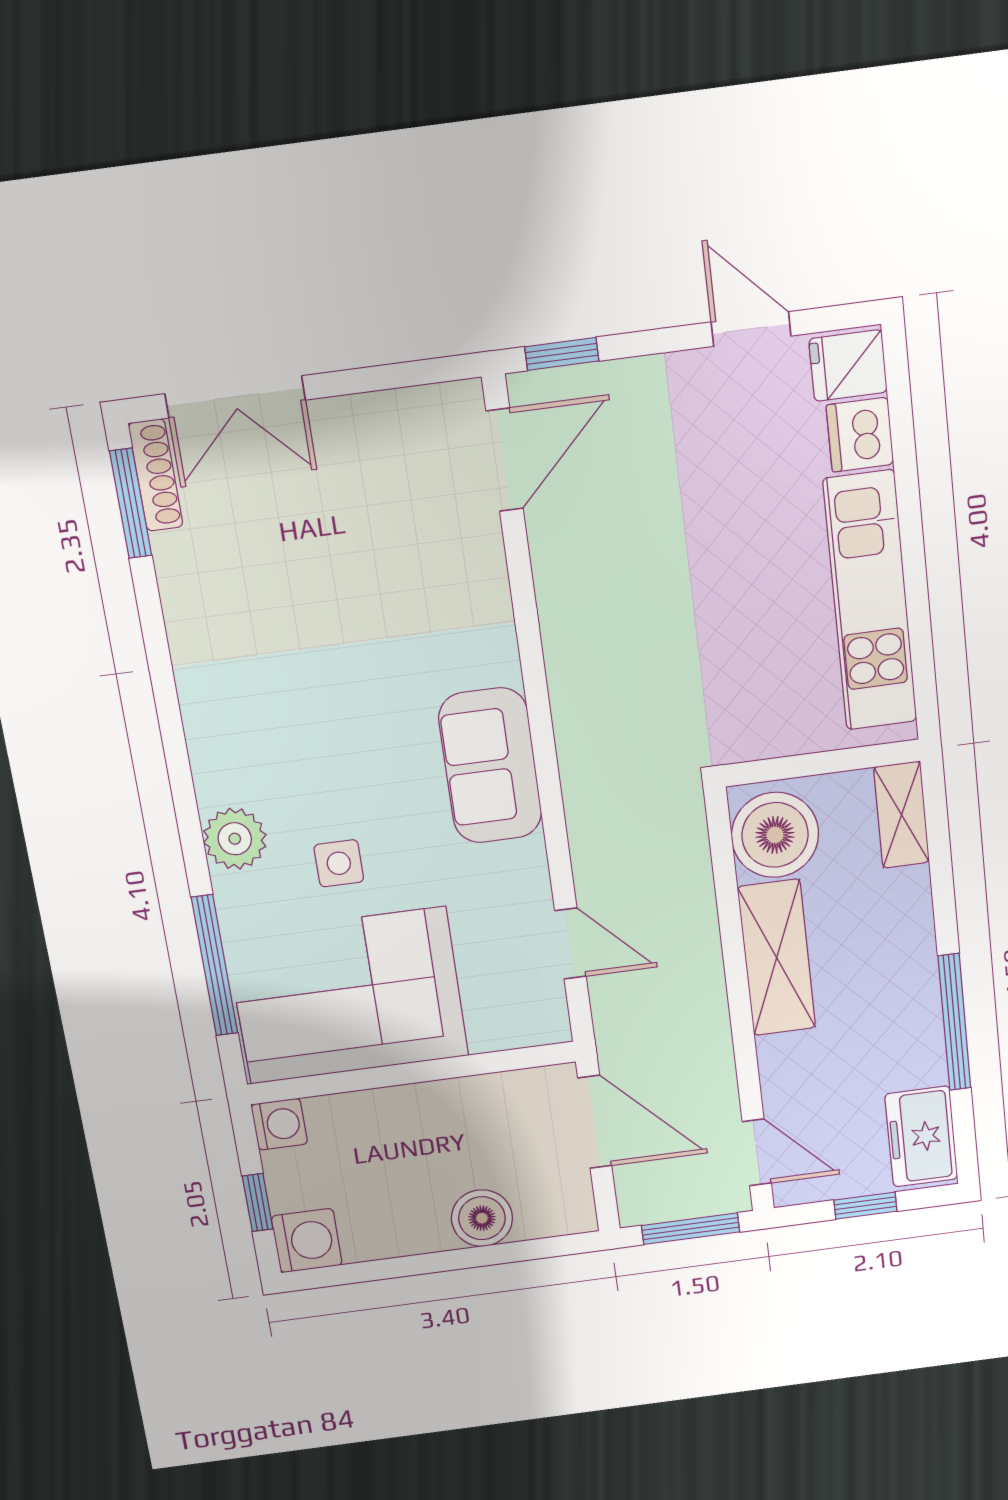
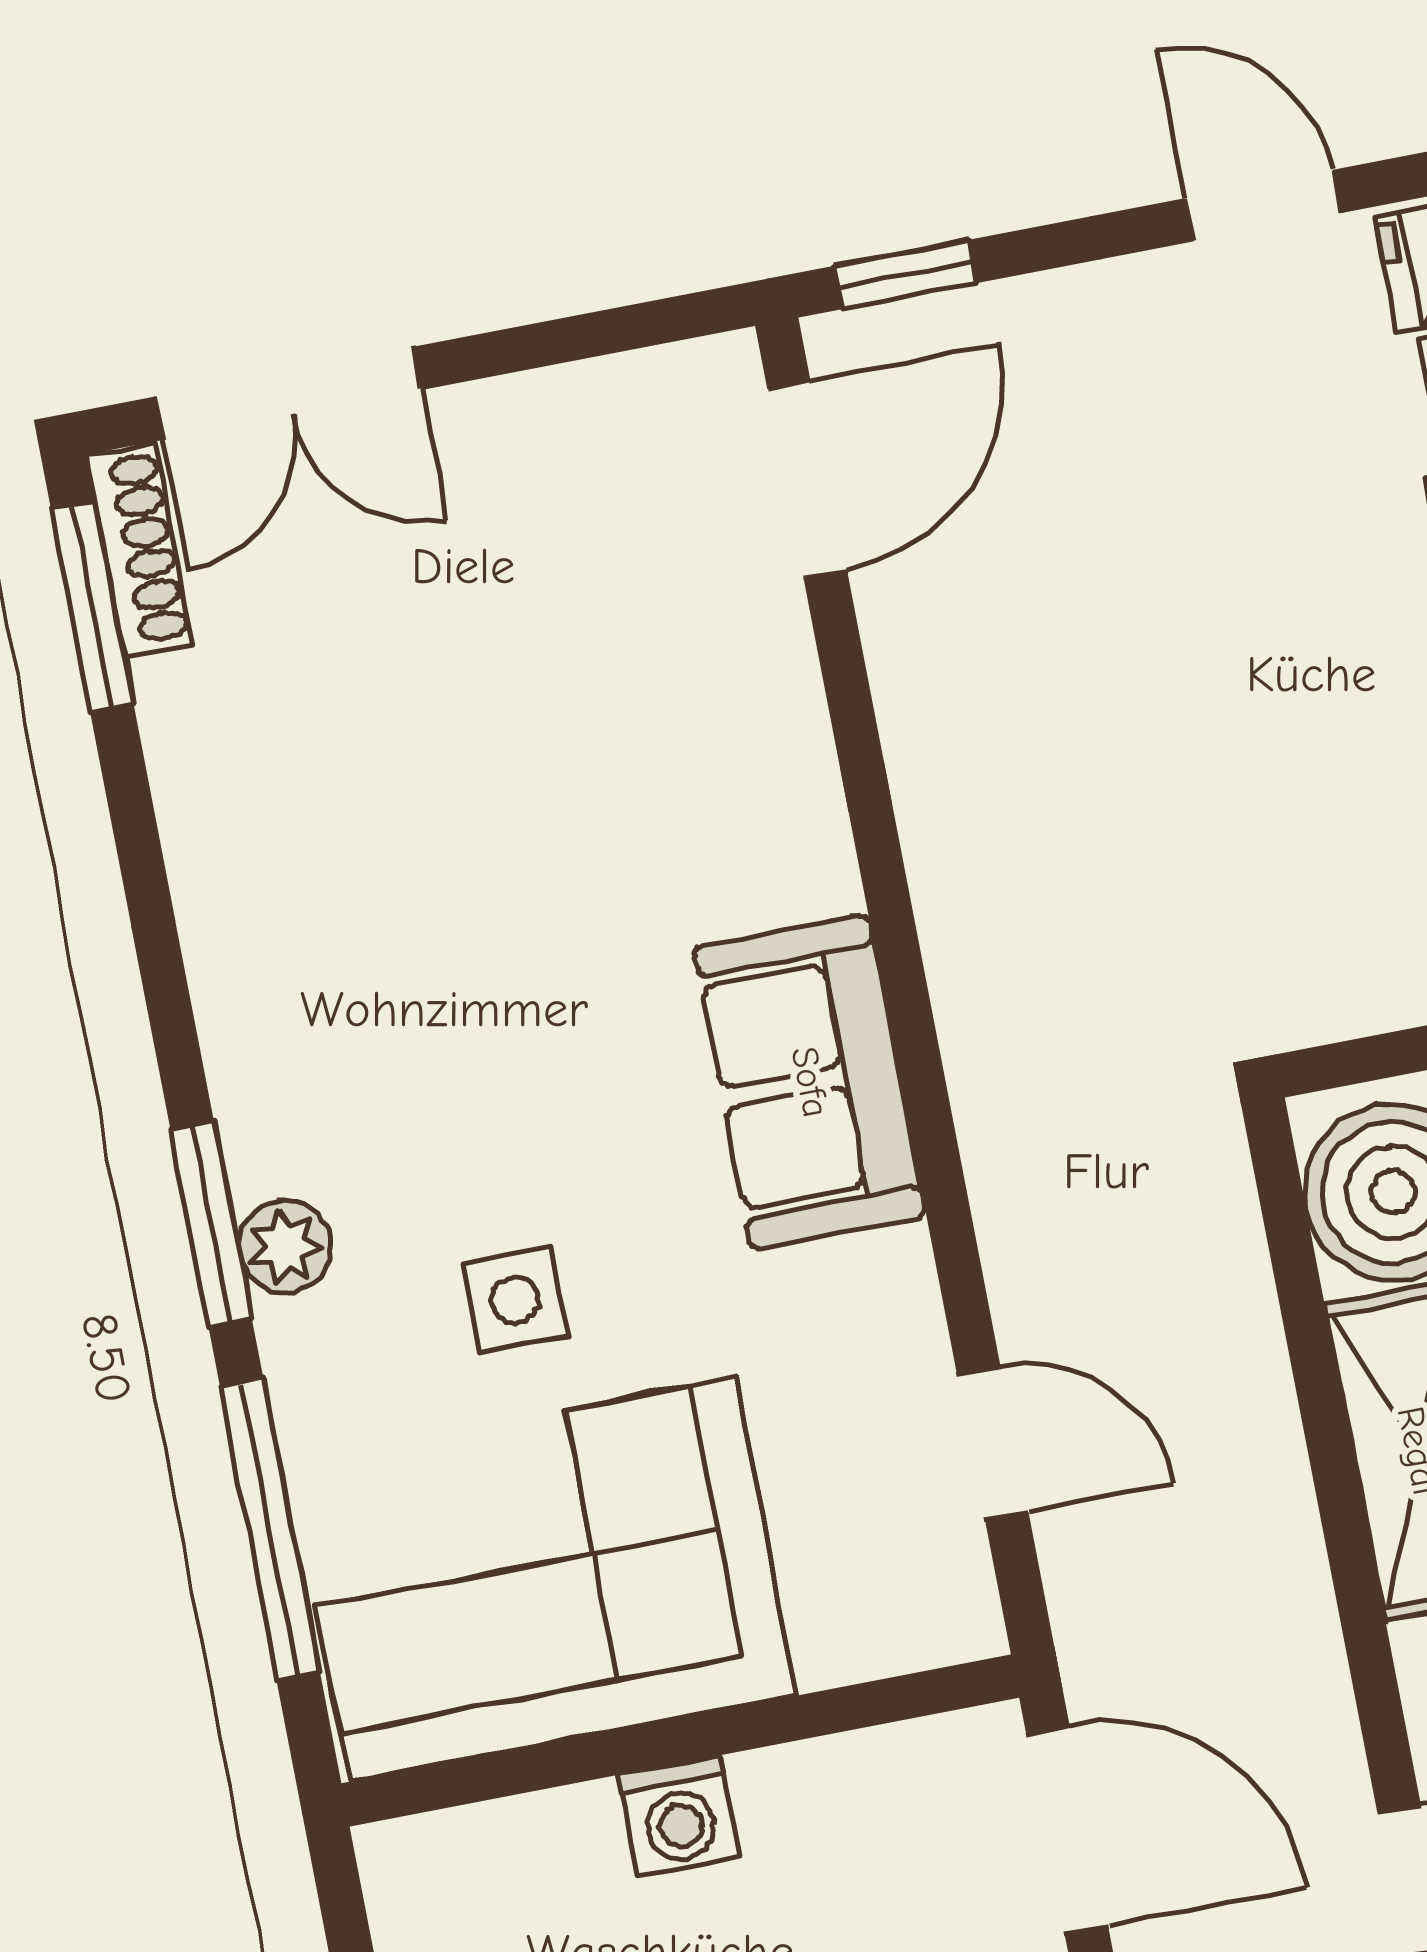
window: (188, 818) -> (211, 1224), added
plant: (235, 839) -> (285, 1247), width x0.73, depth x0.73
washing machine: (279, 1124) -> (679, 1816), moved, turned 90

